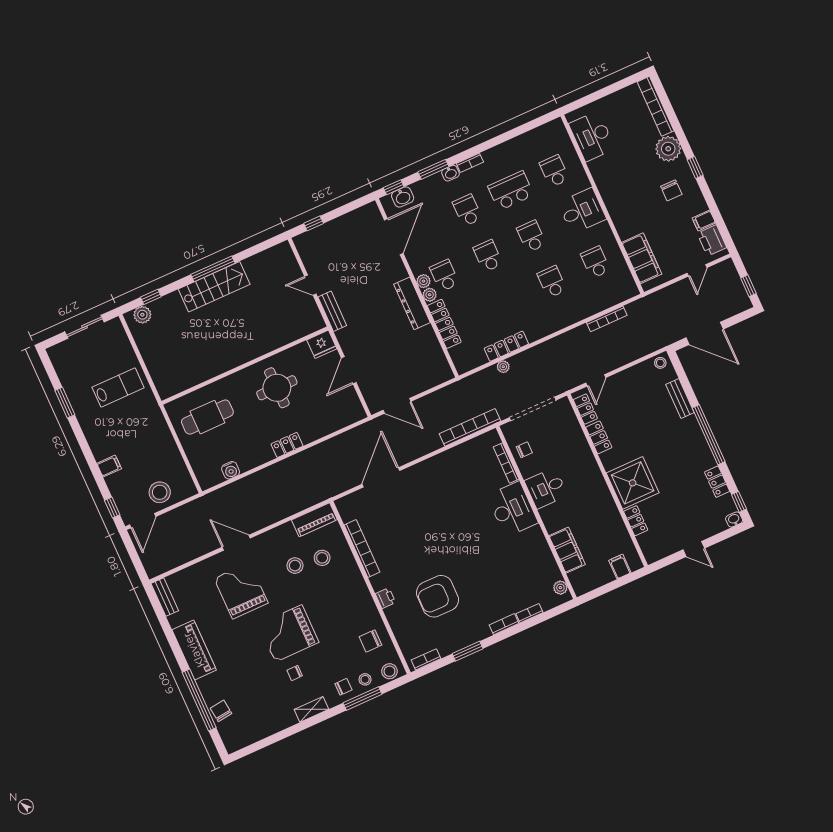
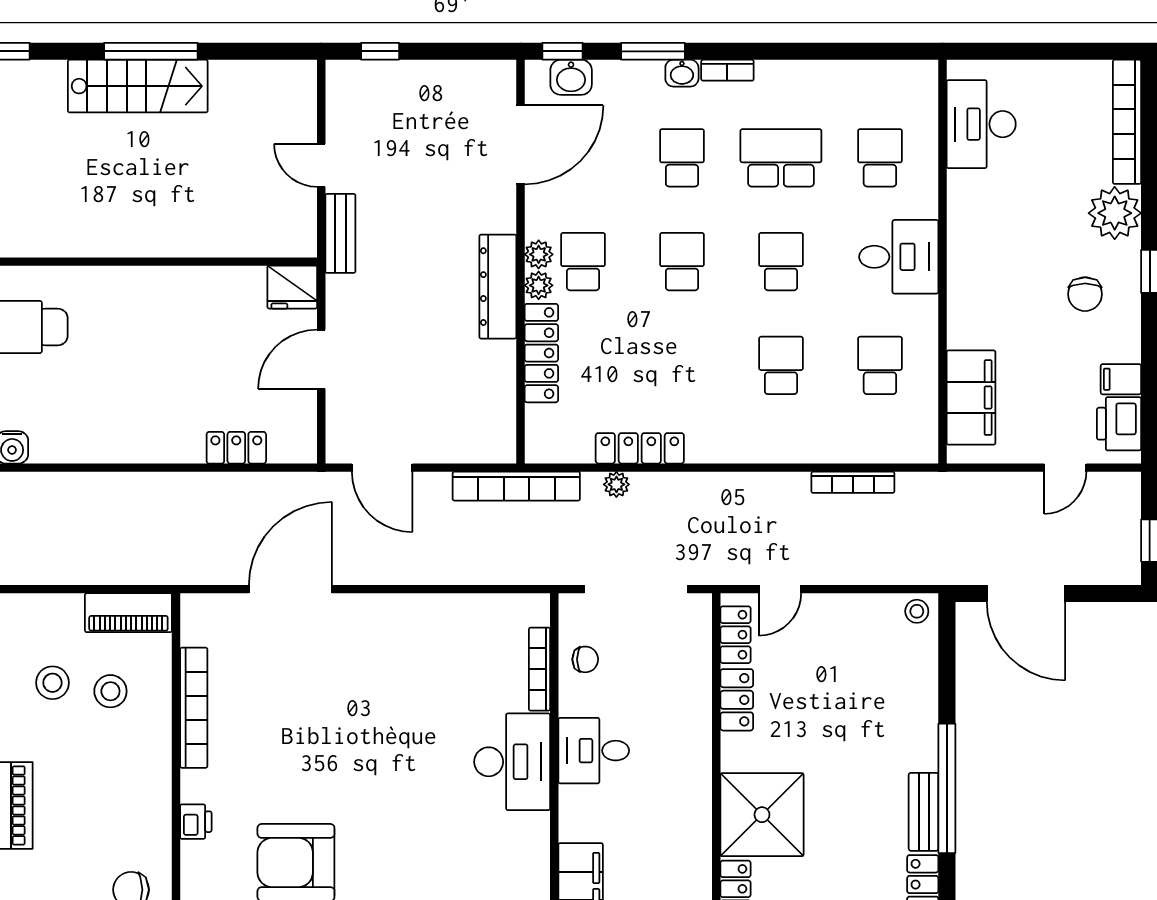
round table: (277, 388) -> (170, 331), removed
bench: (680, 398) -> (924, 812), moved
bookcase: (470, 427) -> (516, 486), moved, turned 180
locker: (287, 445) -> (236, 448), moved

